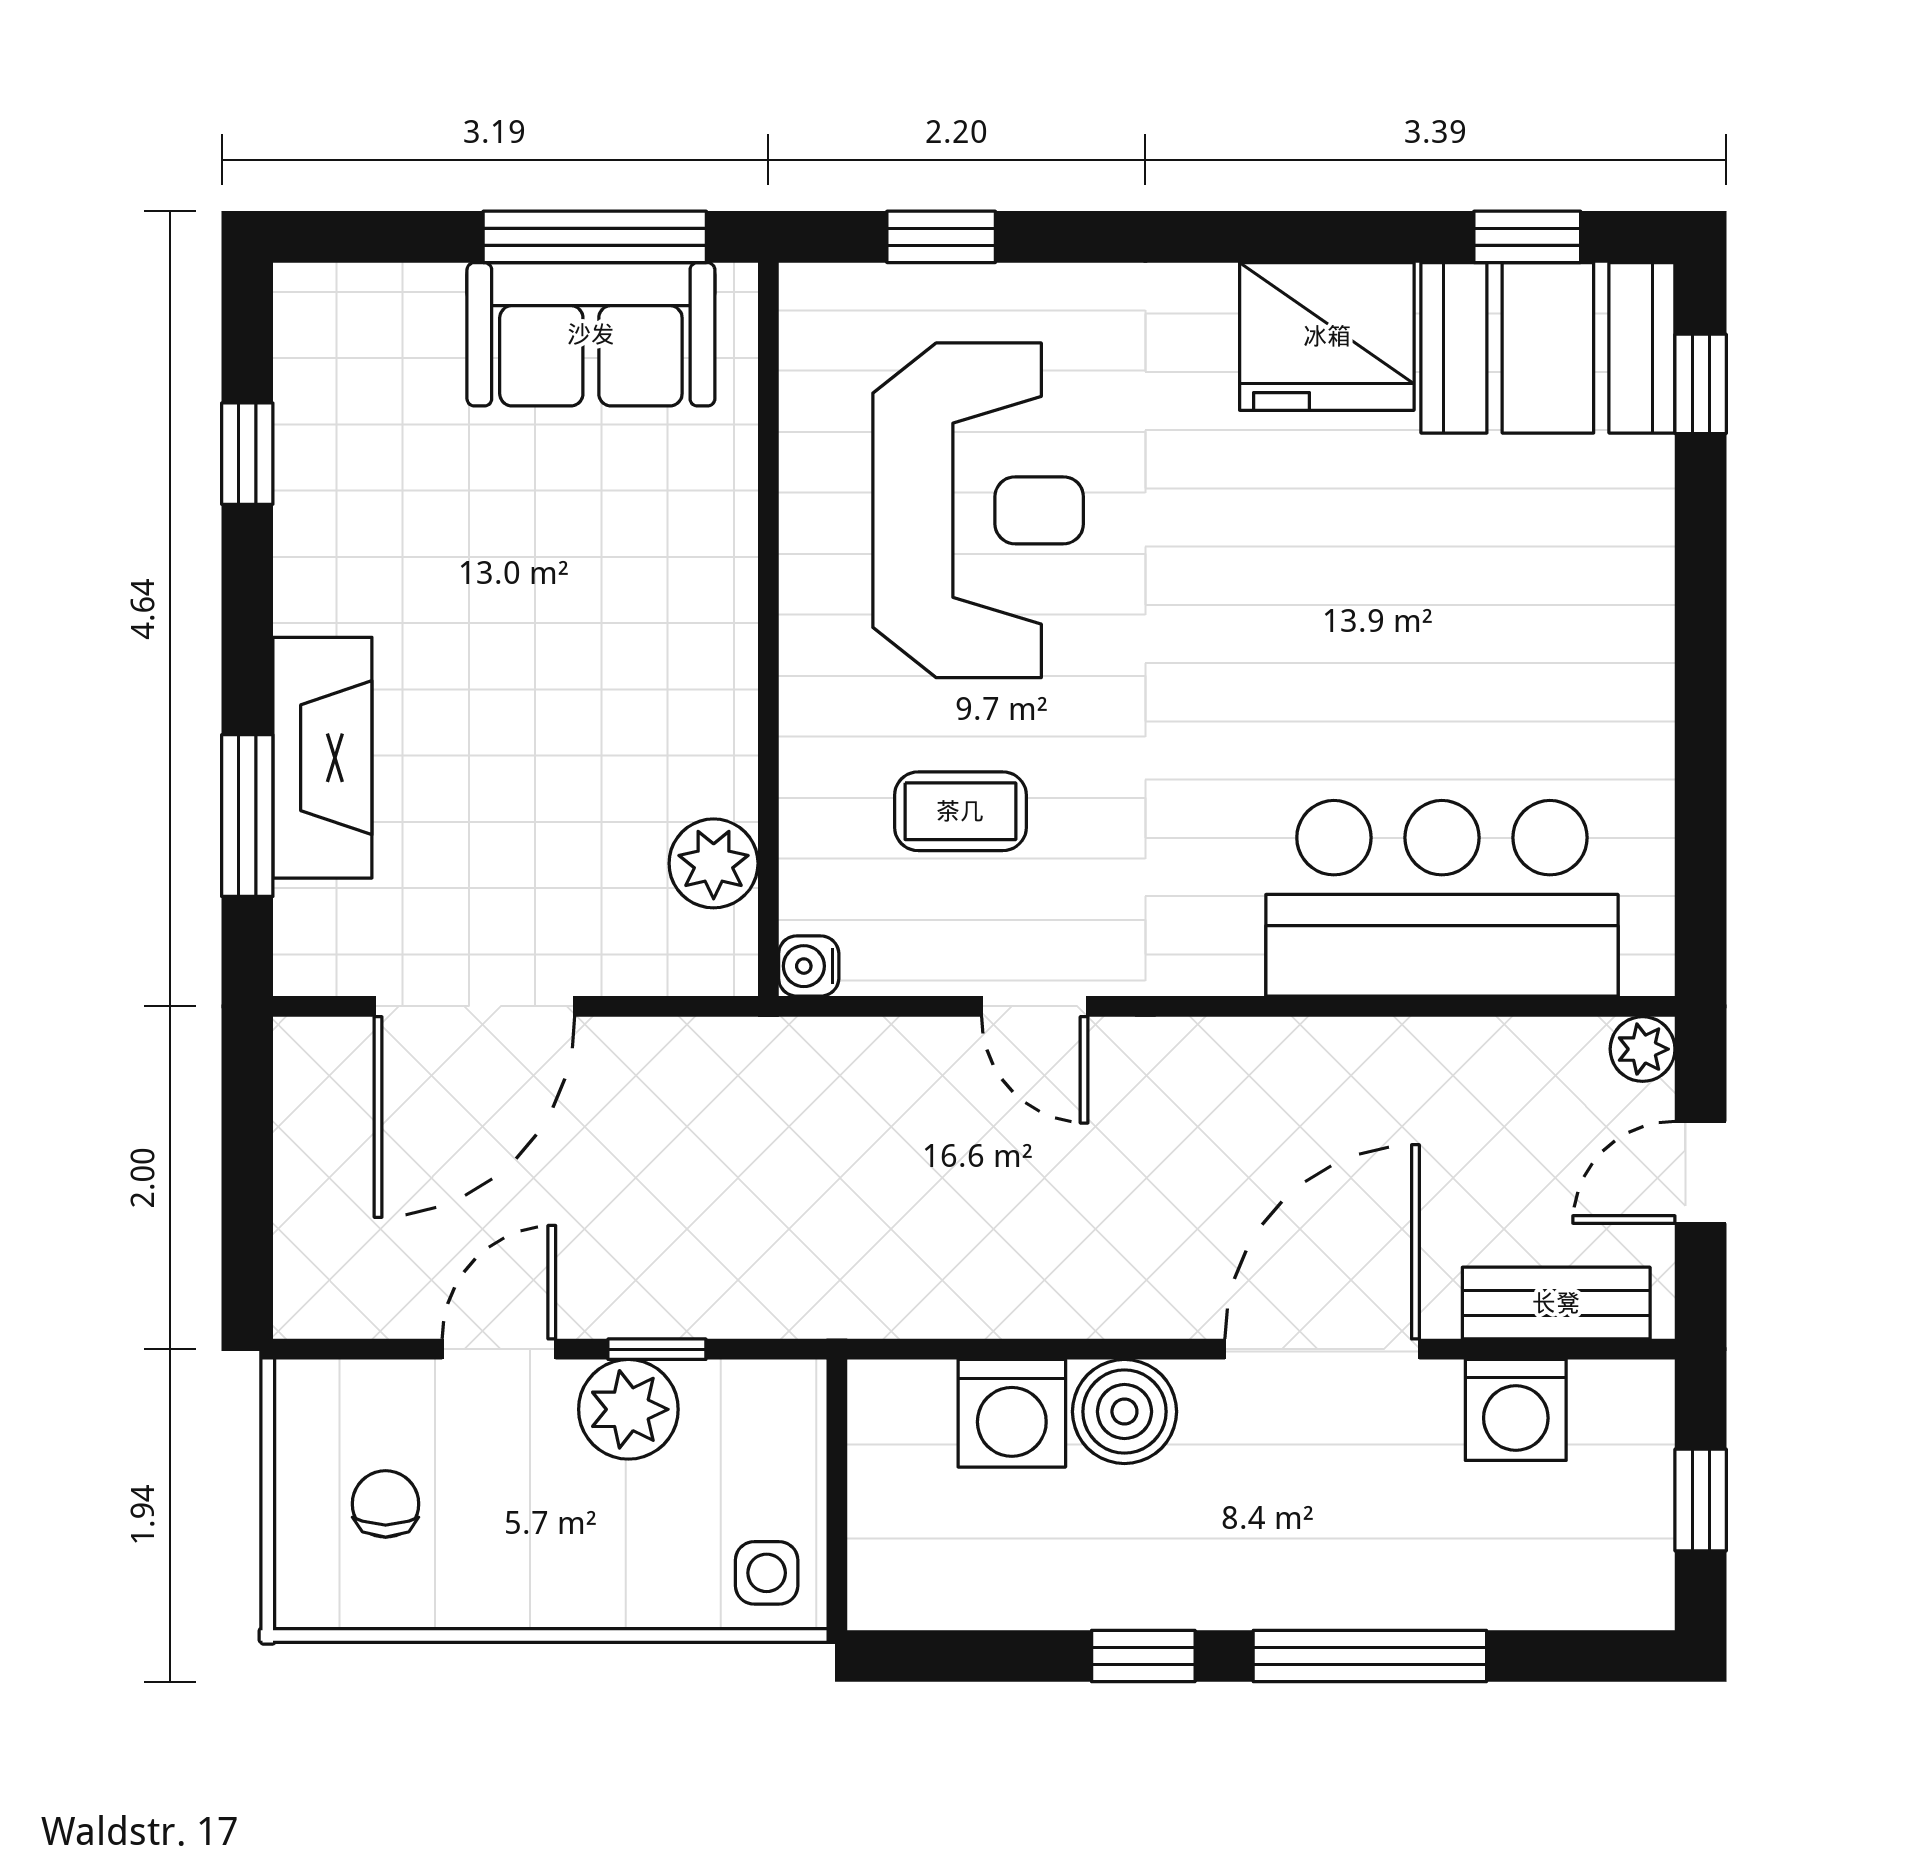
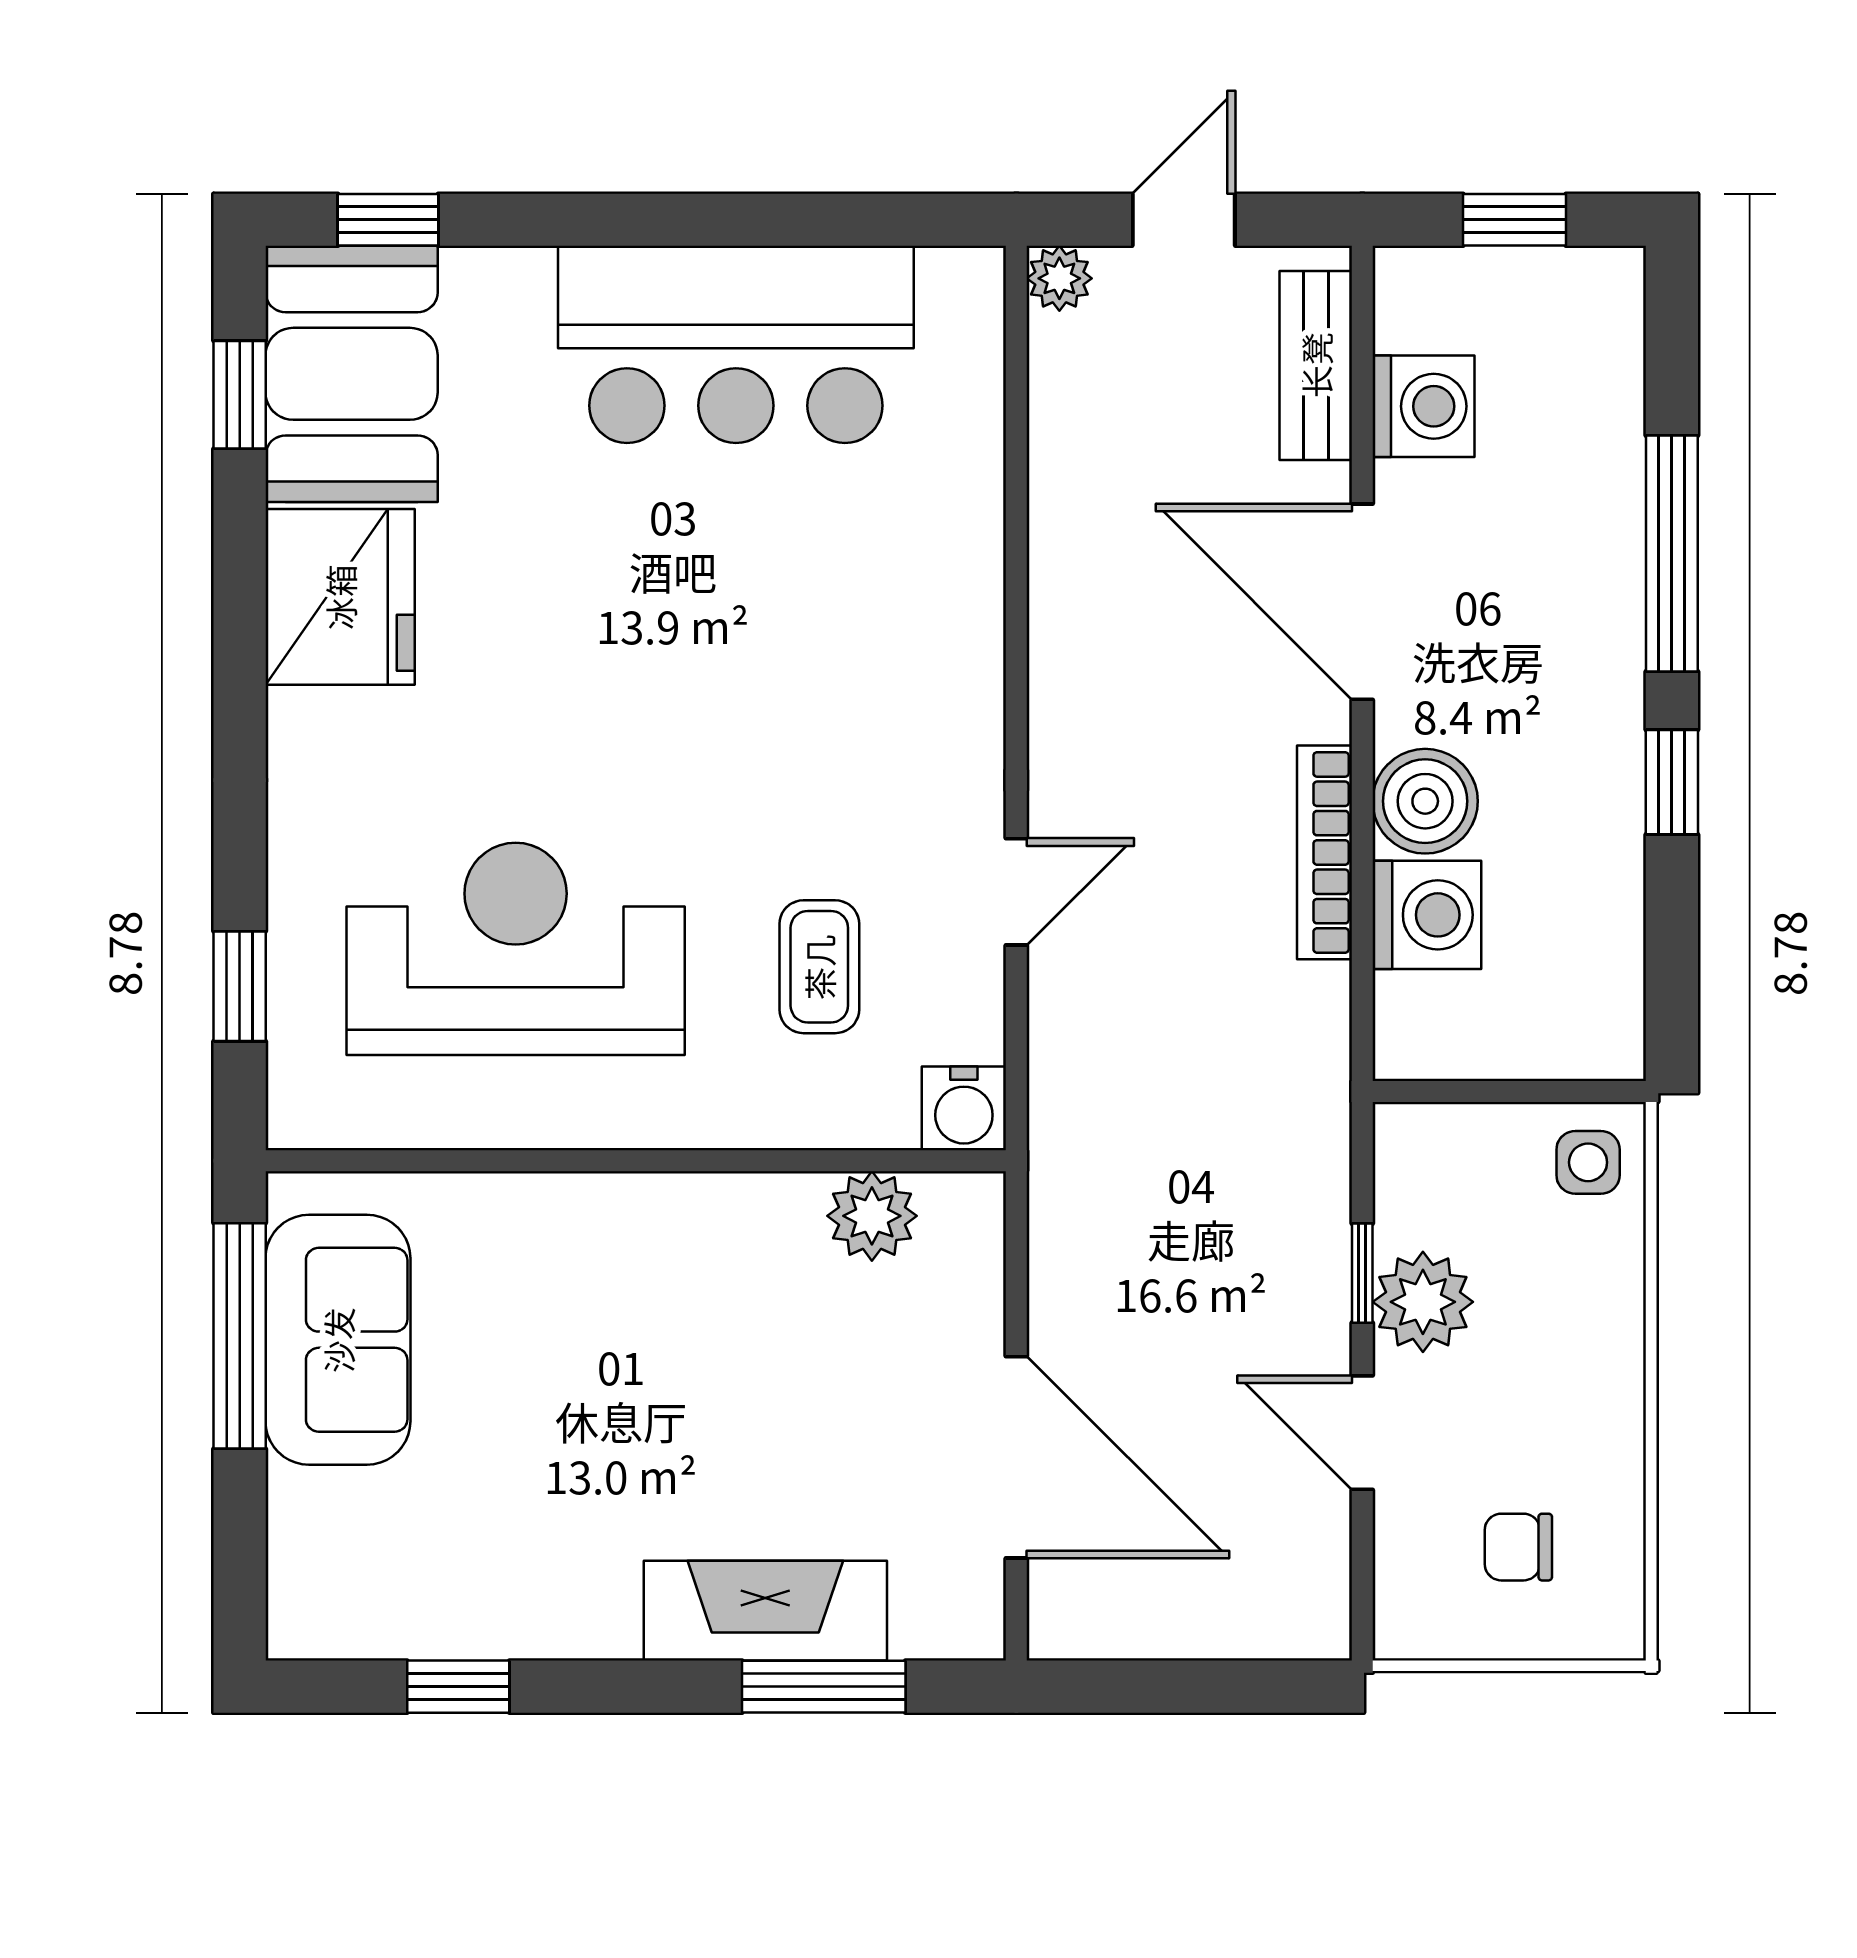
bar counter: (1442, 898) -> (736, 344), moved, turned -90
water cooler: (809, 966) -> (964, 1108), width x1.38, depth x1.38
door: (1701, 1172) -> (1184, 220), swing flipped
bookcase: (1074, 1312) -> (1324, 852), added

